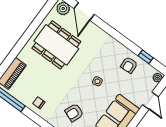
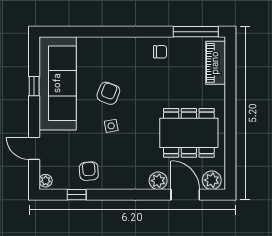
plant: (94, 31) -> (158, 181), added
armchair: (74, 113) -> (108, 93), moved

